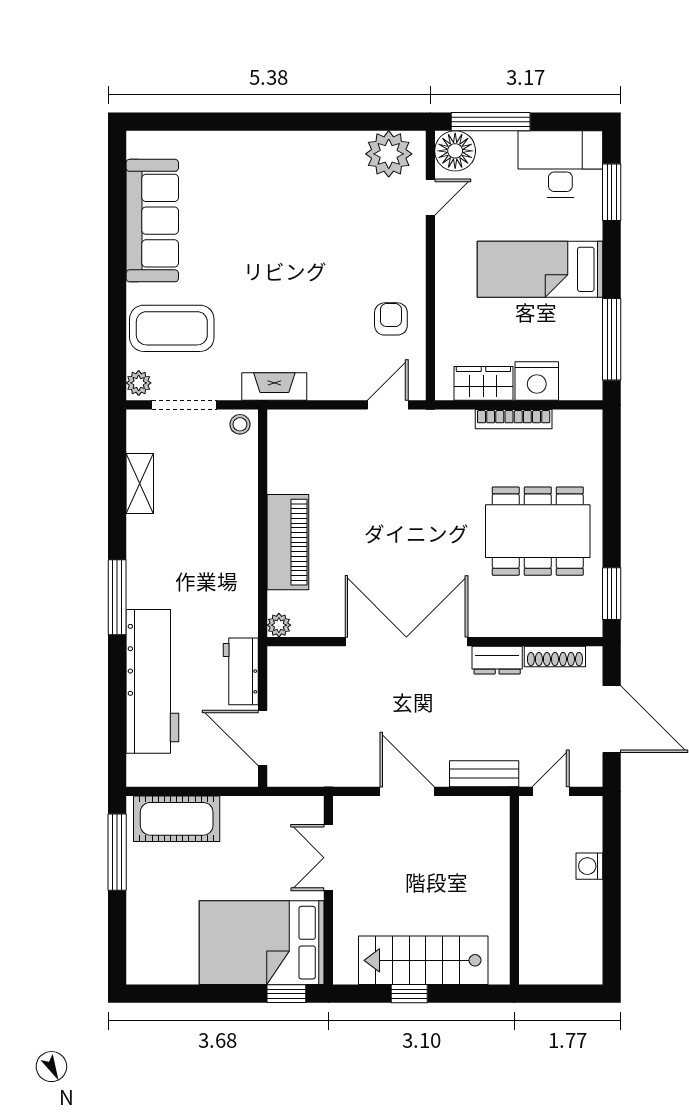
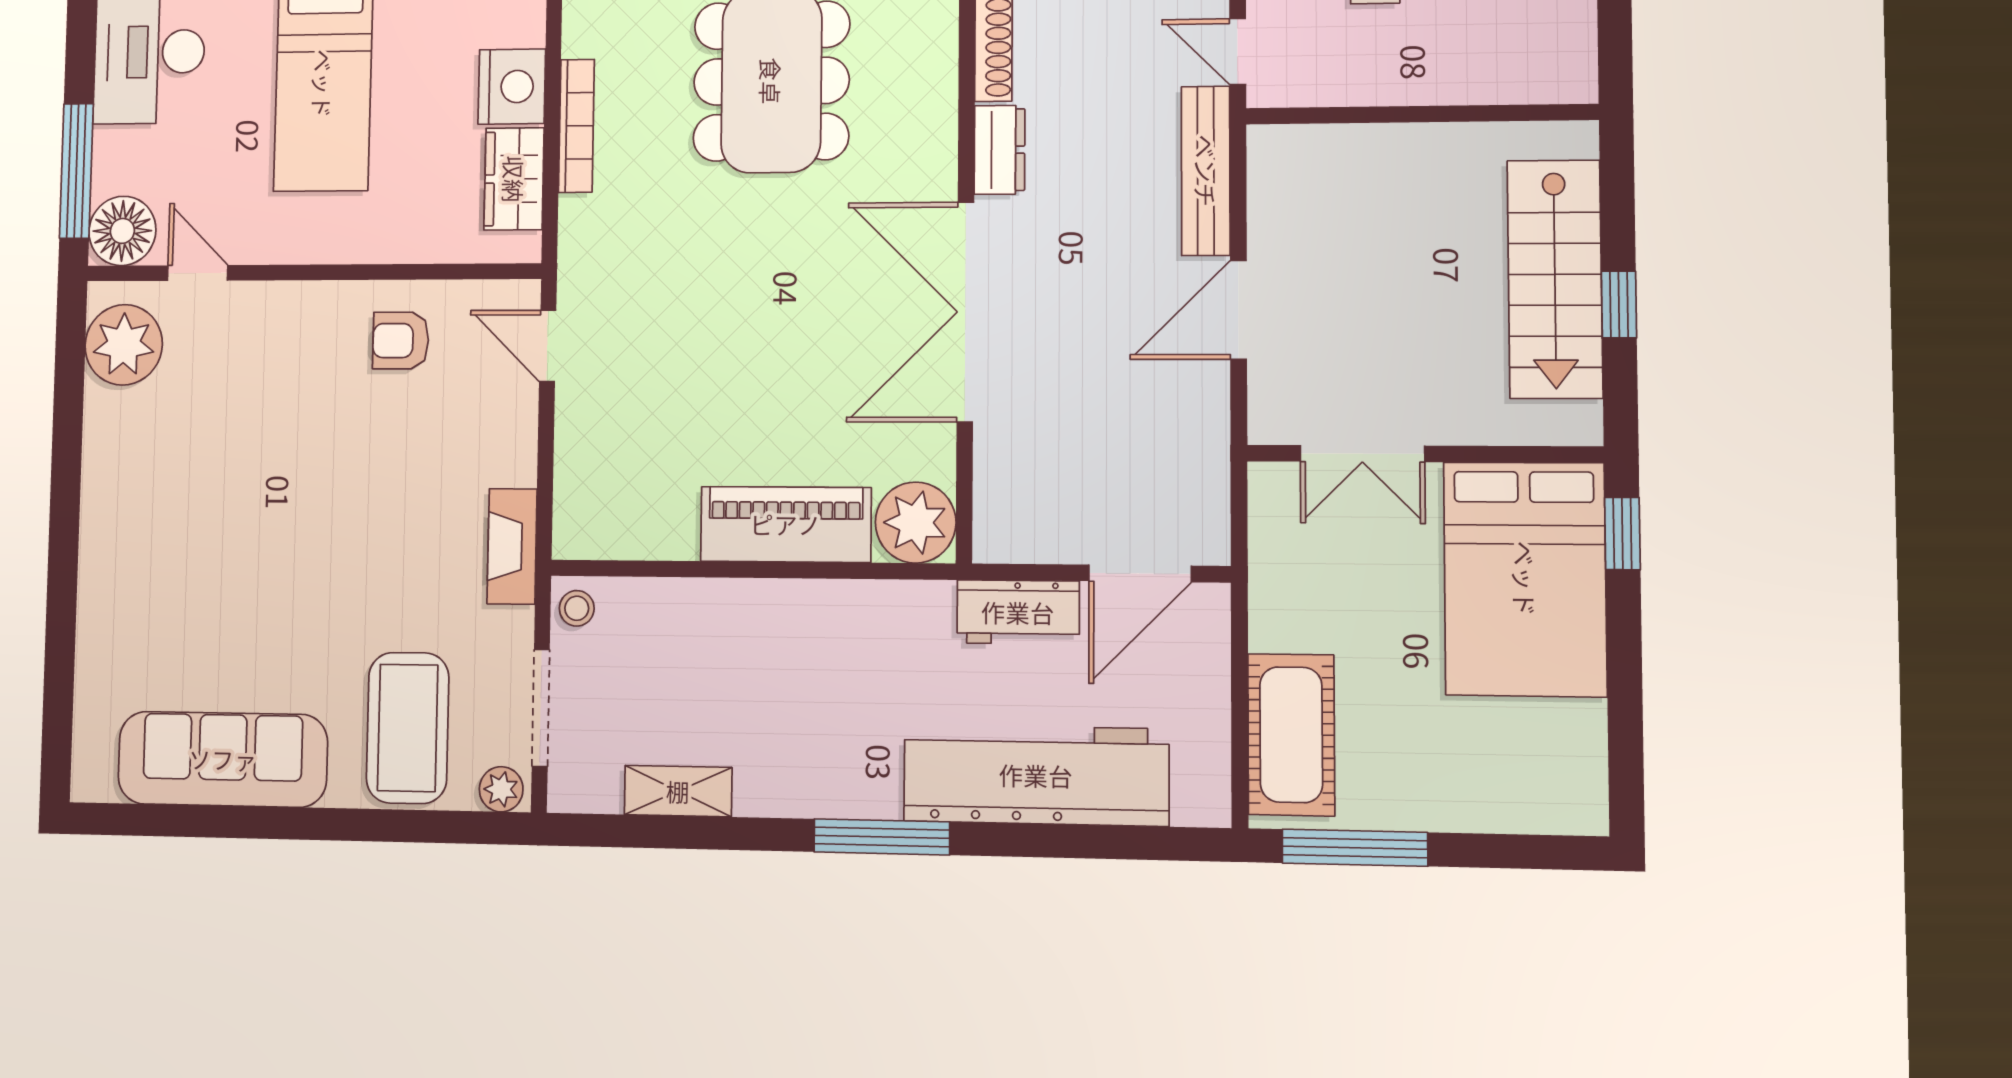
plant: (279, 625) -> (916, 523), width x1.87, depth x1.87
bench: (484, 774) -> (1206, 171), width x1.36

